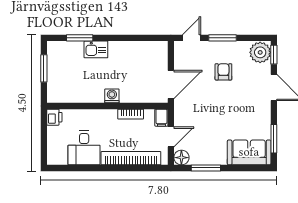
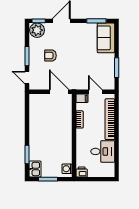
kitchen sink: (96, 49) -> (35, 169), moved
washing machine: (112, 96) -> (67, 169), moved
floor lamp: (181, 158) -> (109, 84), removed

